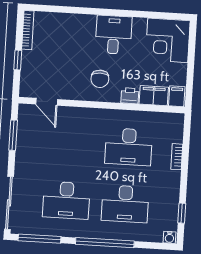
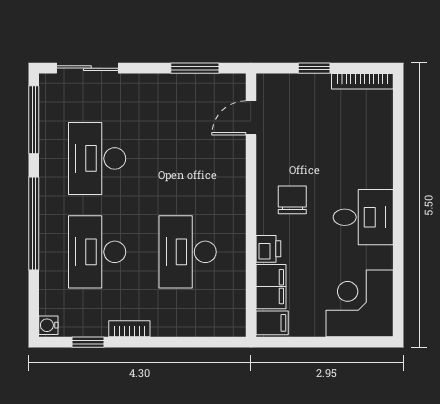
chair: (100, 79) -> (292, 200), turned 90
bookcase: (177, 157) -> (129, 329), moved
sliding door: (9, 203) -> (87, 68), width x0.73

